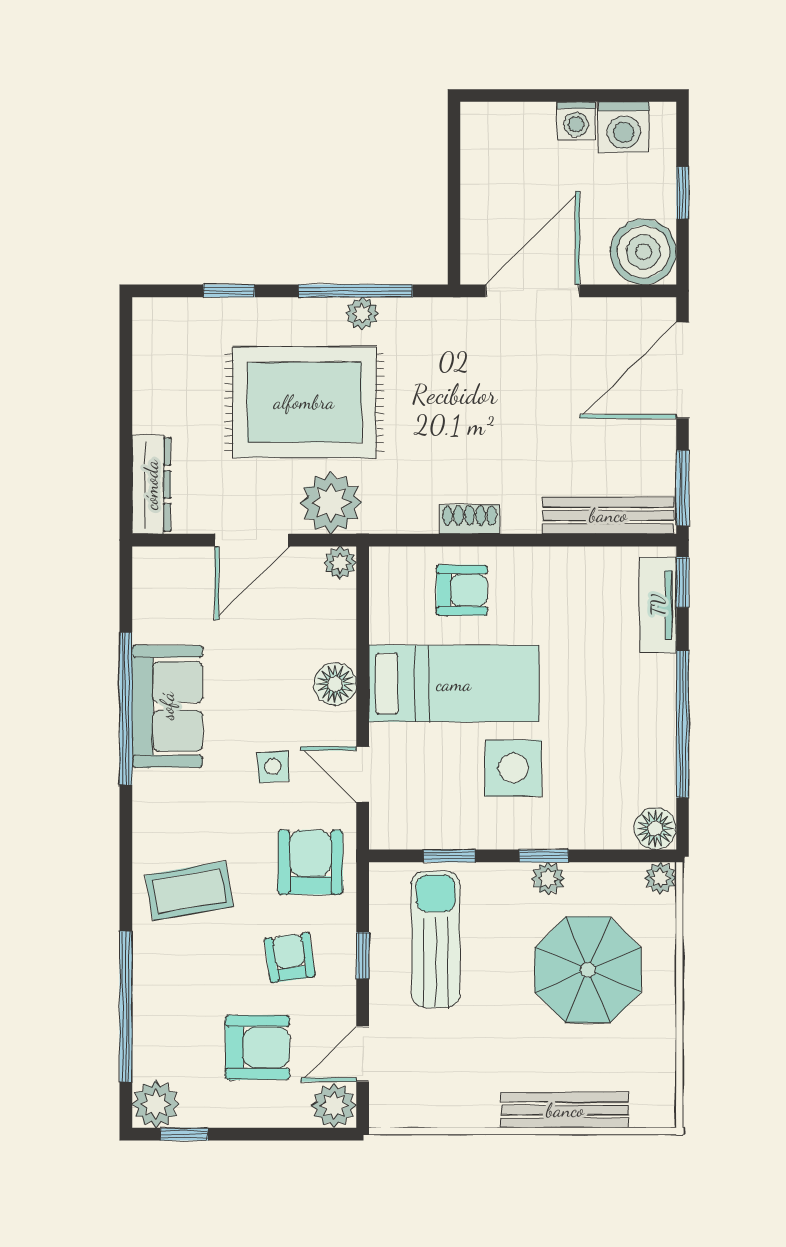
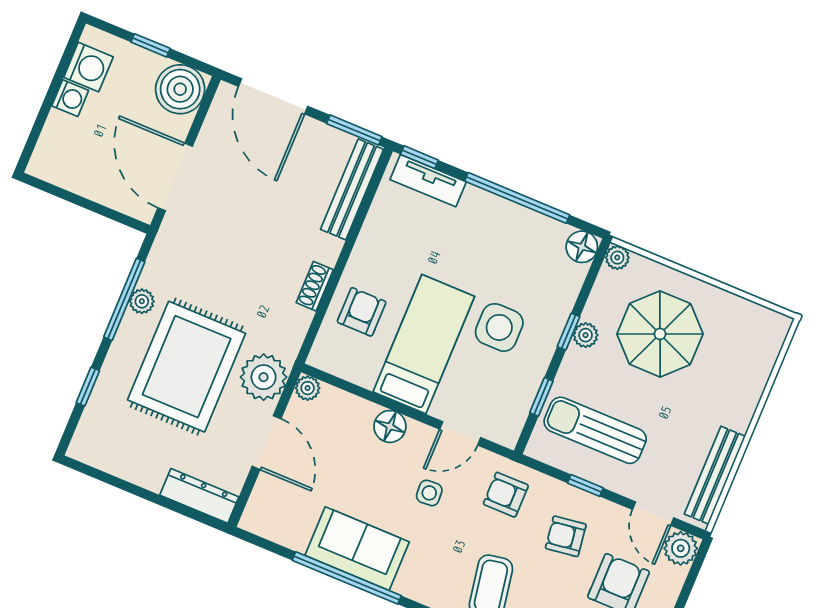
armchair: (310, 862) -> (506, 495), width x0.72, depth x0.72
bench: (565, 1110) -> (715, 475), moved

